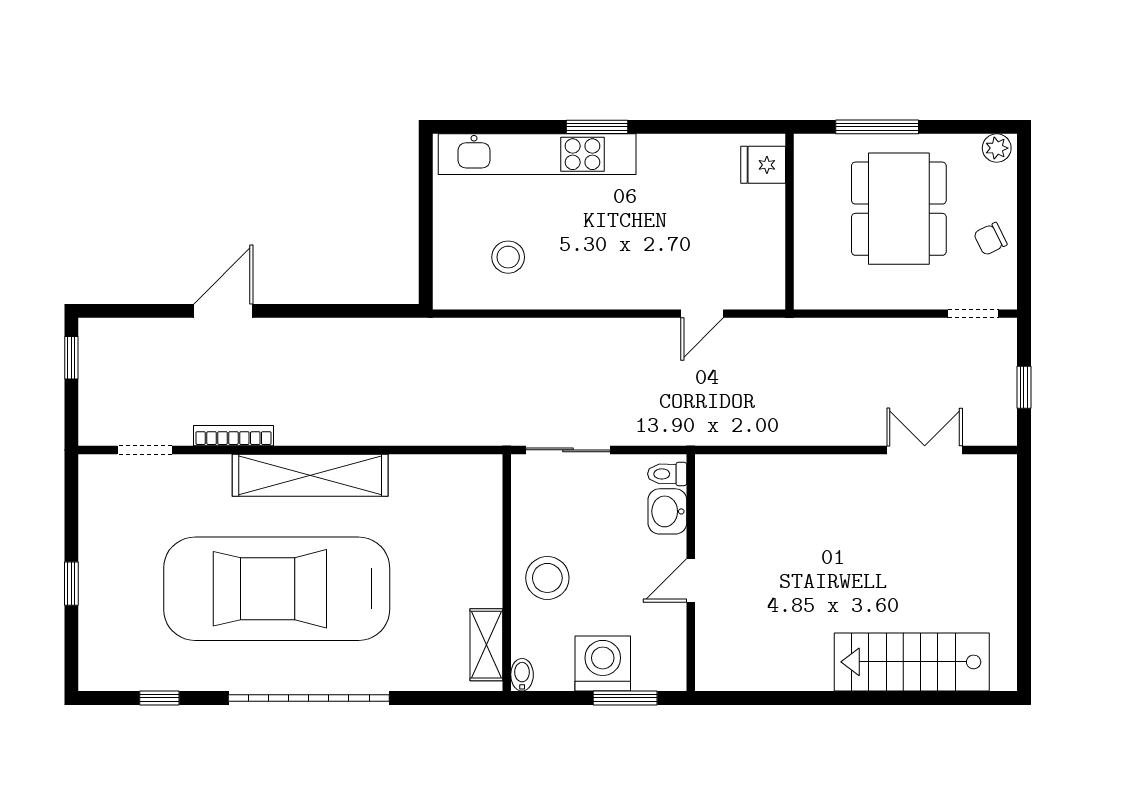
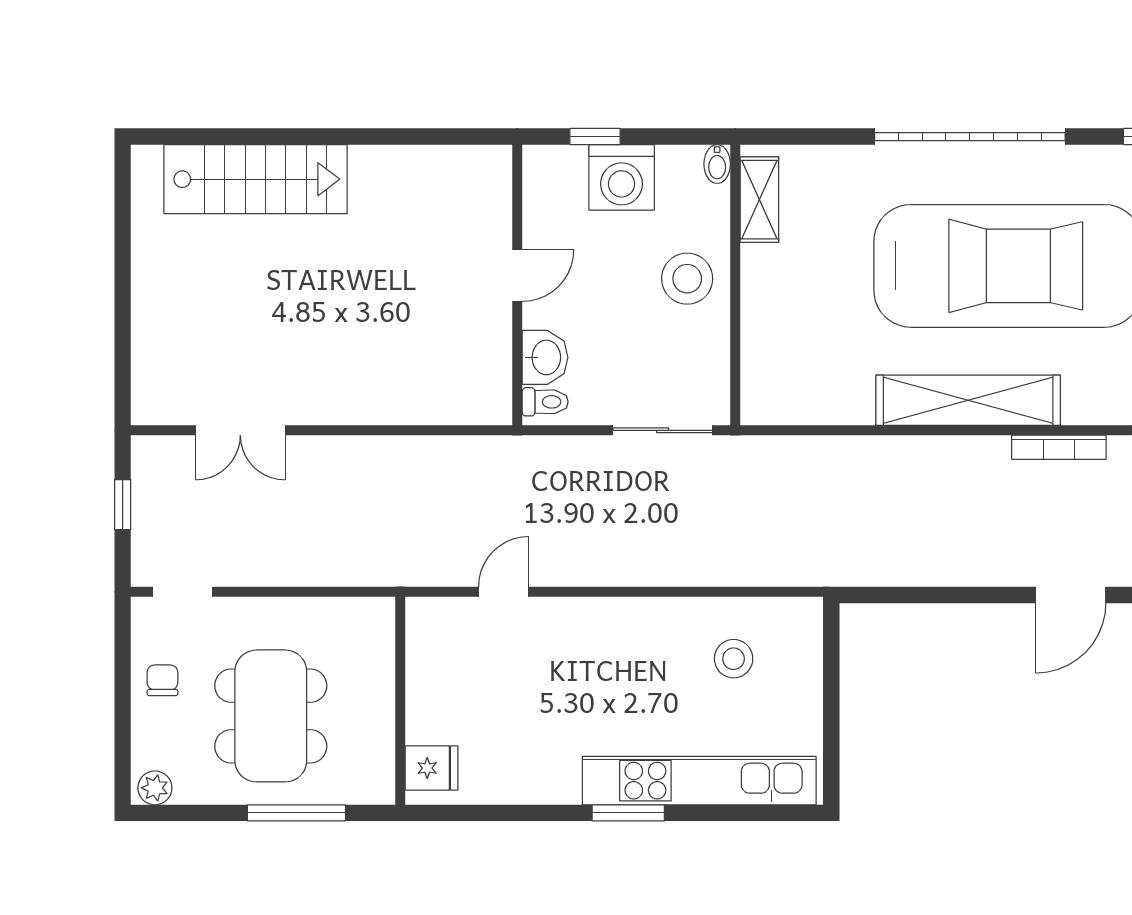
chair: (990, 239) -> (162, 680), turned -64
window: (625, 698) -> (595, 137), width x0.67

